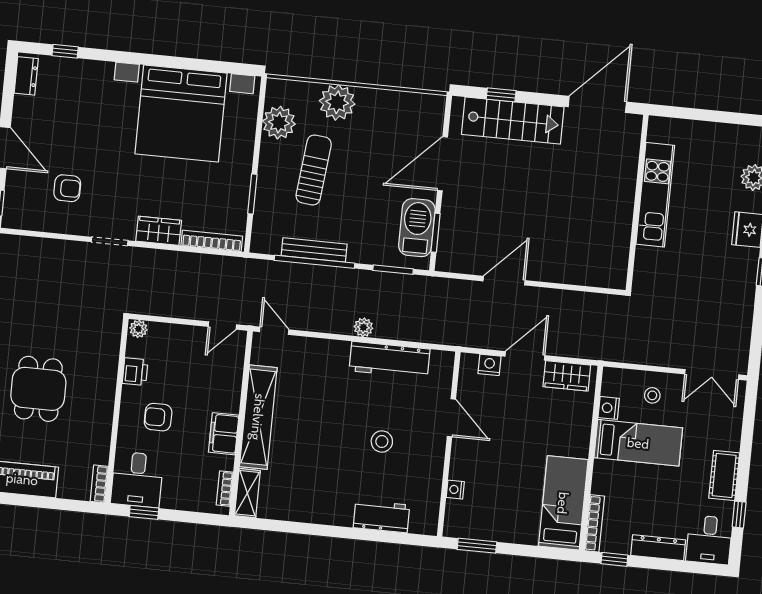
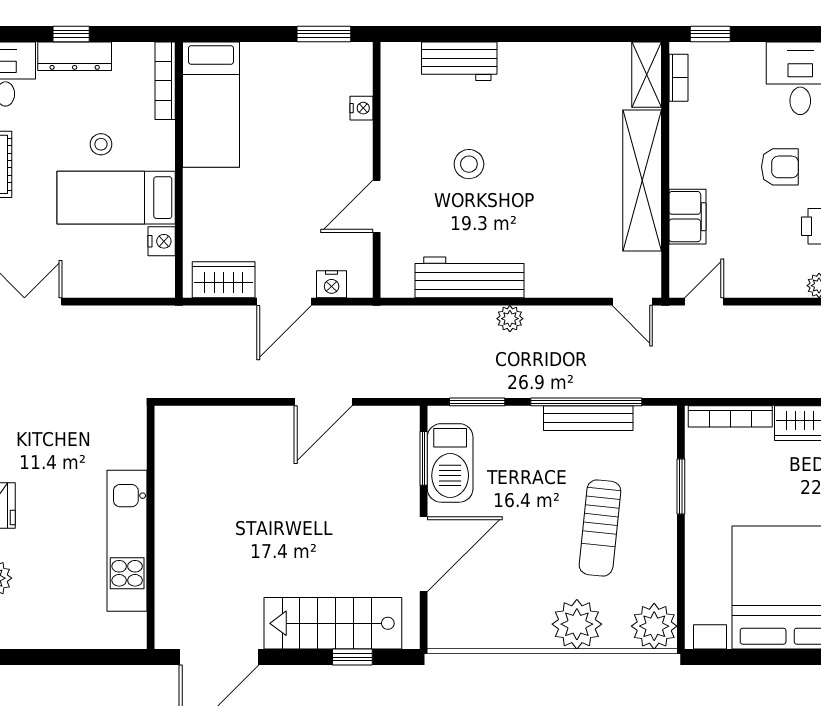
plant: (279, 123) -> (654, 626), moved
stool: (652, 395) -> (101, 144), moved
door: (451, 418) -> (377, 206), hinge flipped
filing cabinet: (224, 434) -> (687, 217), moved
window: (144, 512) -> (710, 34), moved
window: (614, 559) -> (71, 34), moved

